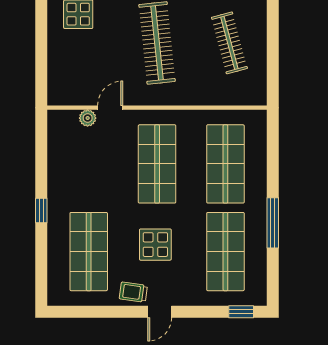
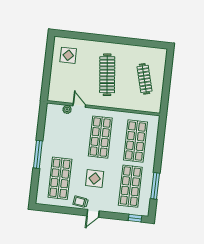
door: (110, 108) -> (79, 105), hinge flipped
window: (41, 211) -> (38, 154), width x2.17
window: (273, 223) -> (155, 186), moved

